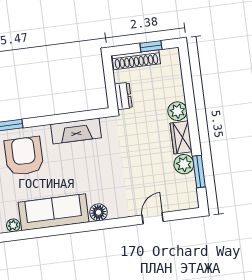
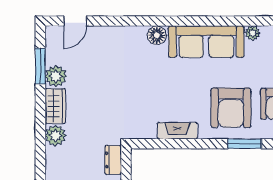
fireplace: (76, 131) -> (177, 131), width x0.73, depth x0.76
door: (153, 218) -> (75, 21), moved

